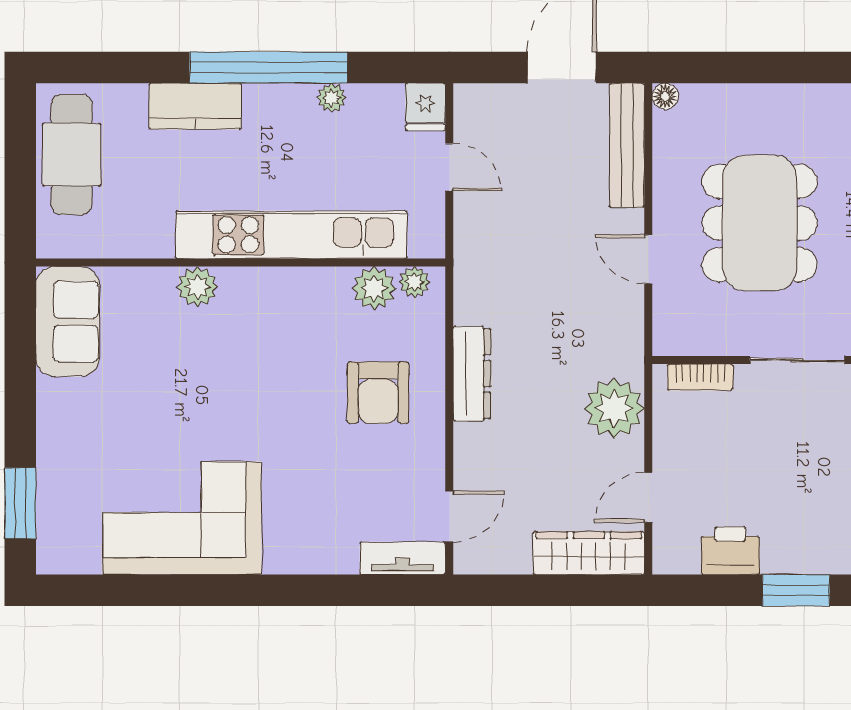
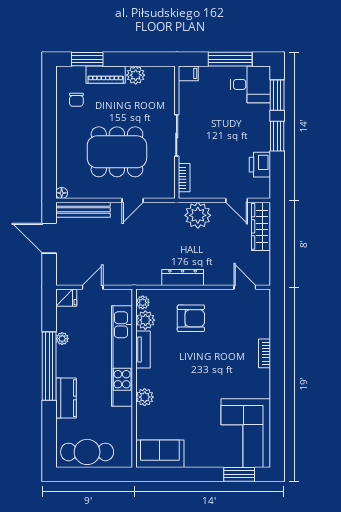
corner sofa: (182, 518) -> (246, 433), moved
tv unit: (403, 558) -> (143, 350), moved, turned 180
bookcase: (298, 561) -> (264, 353), added

